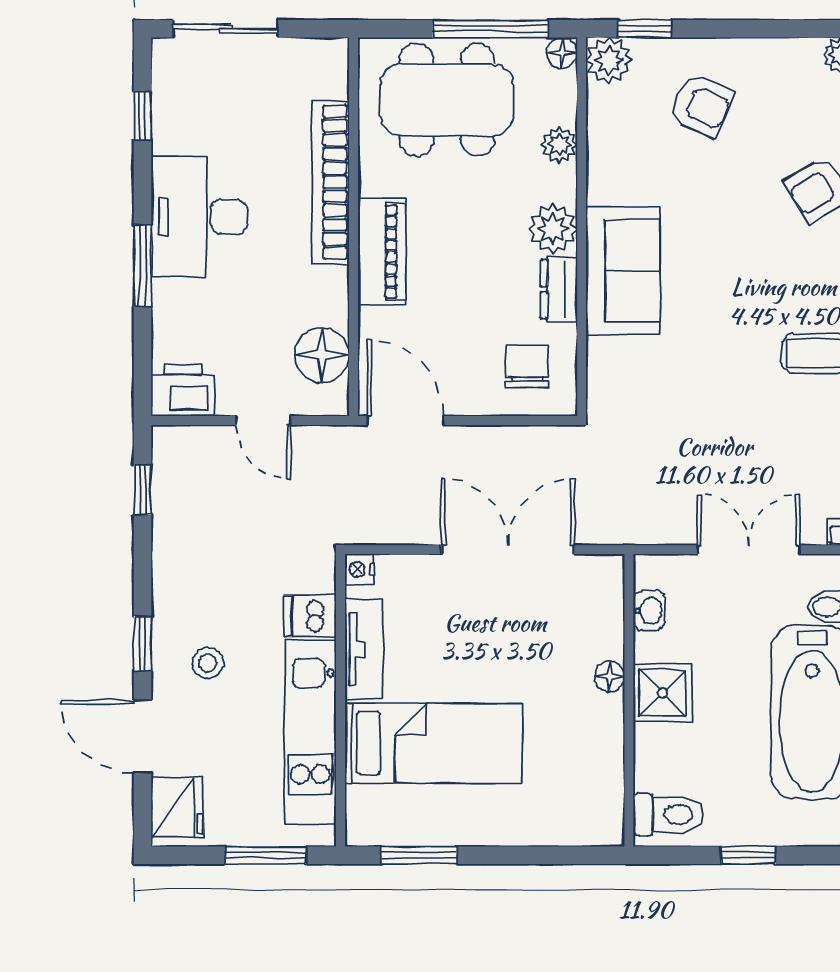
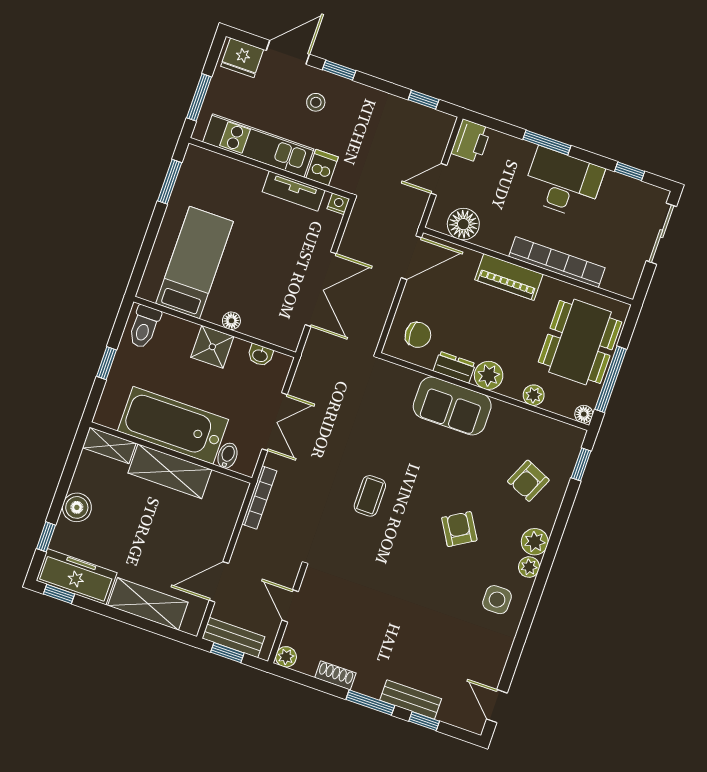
plant: (609, 60) -> (535, 542), moved
bed: (434, 743) -> (194, 263), moved, turned 180

